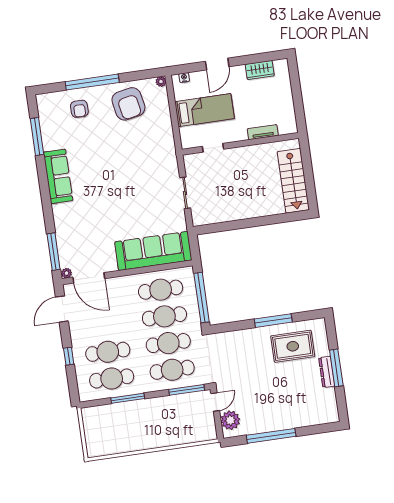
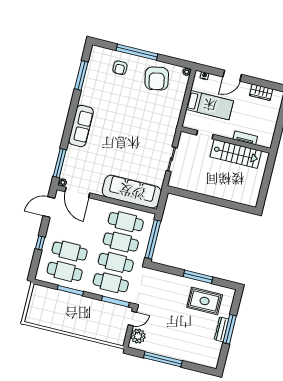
sofa: (58, 176) -> (81, 126), moved
stairs: (293, 181) -> (236, 154), moved, turned -90

